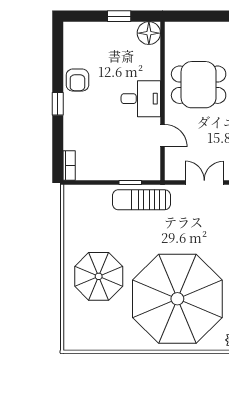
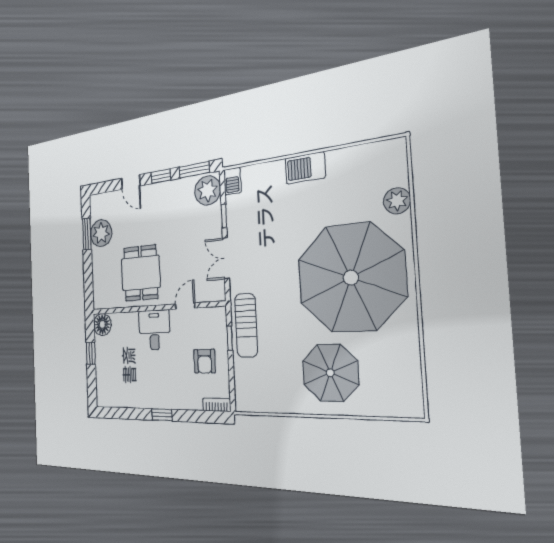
armchair: (77, 80) -> (205, 361), moved, turned 90

